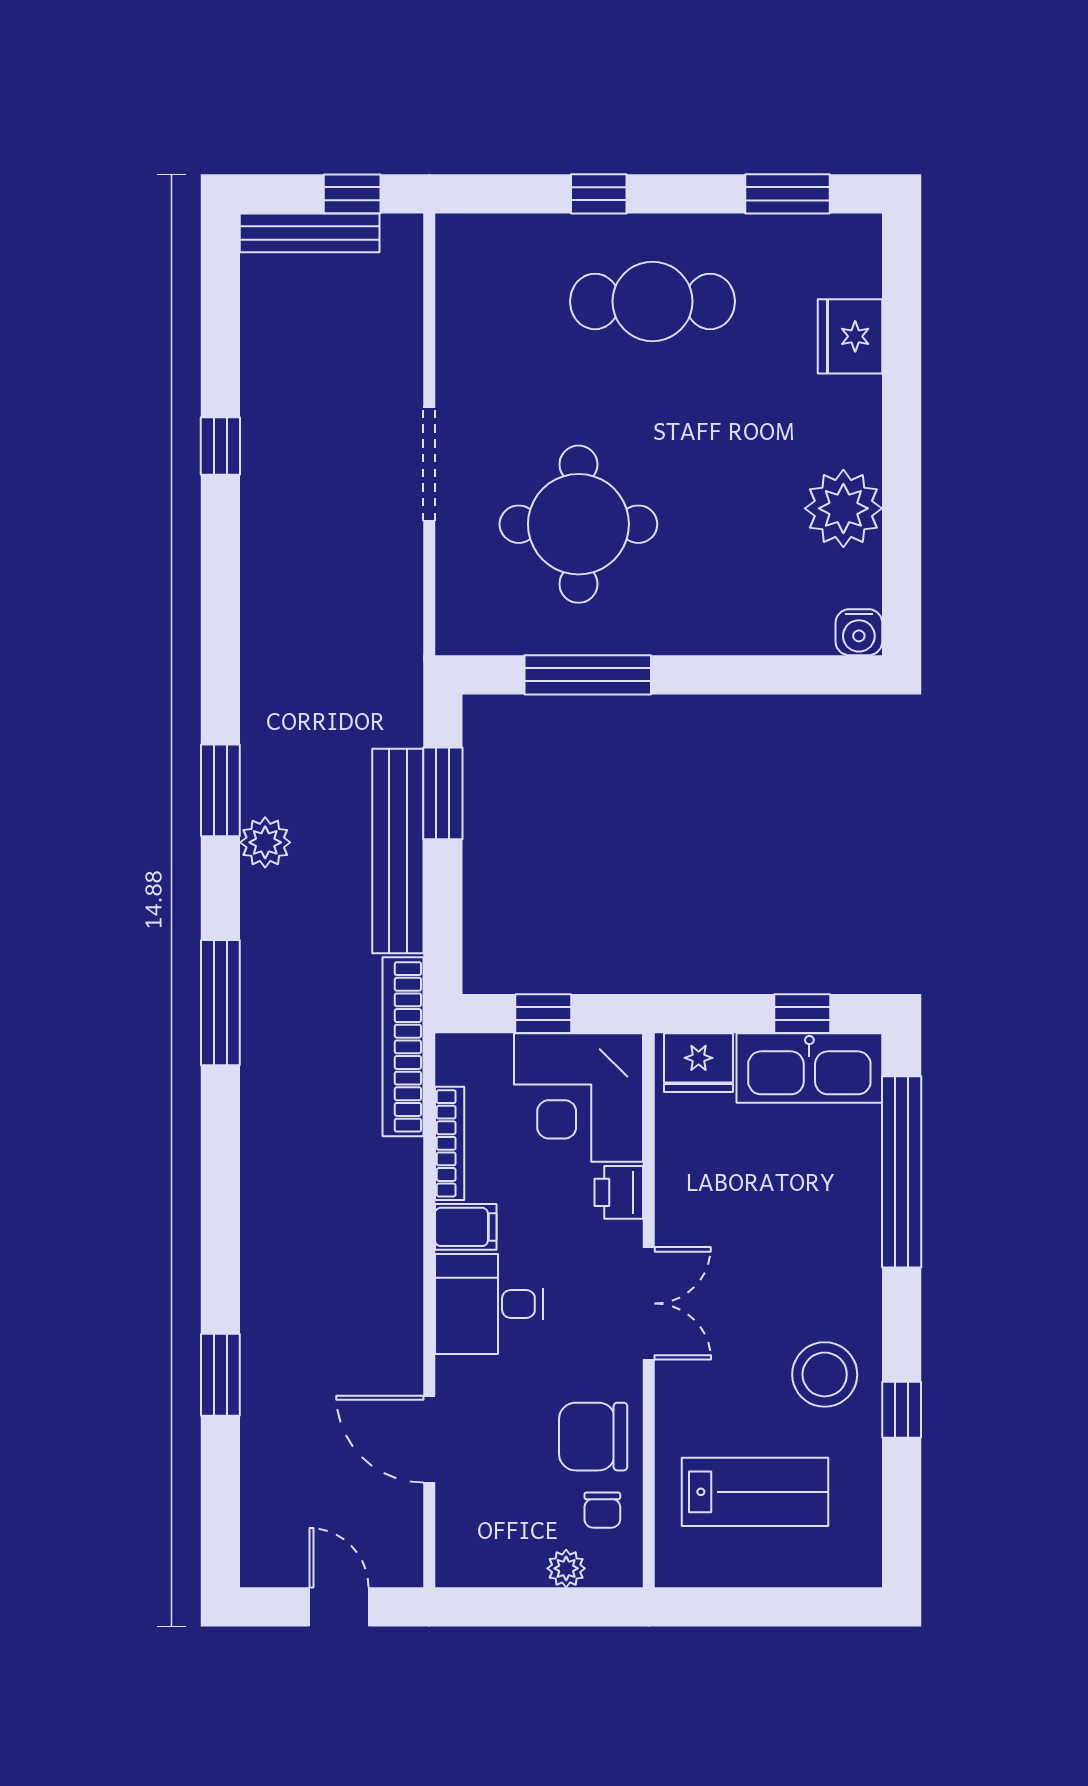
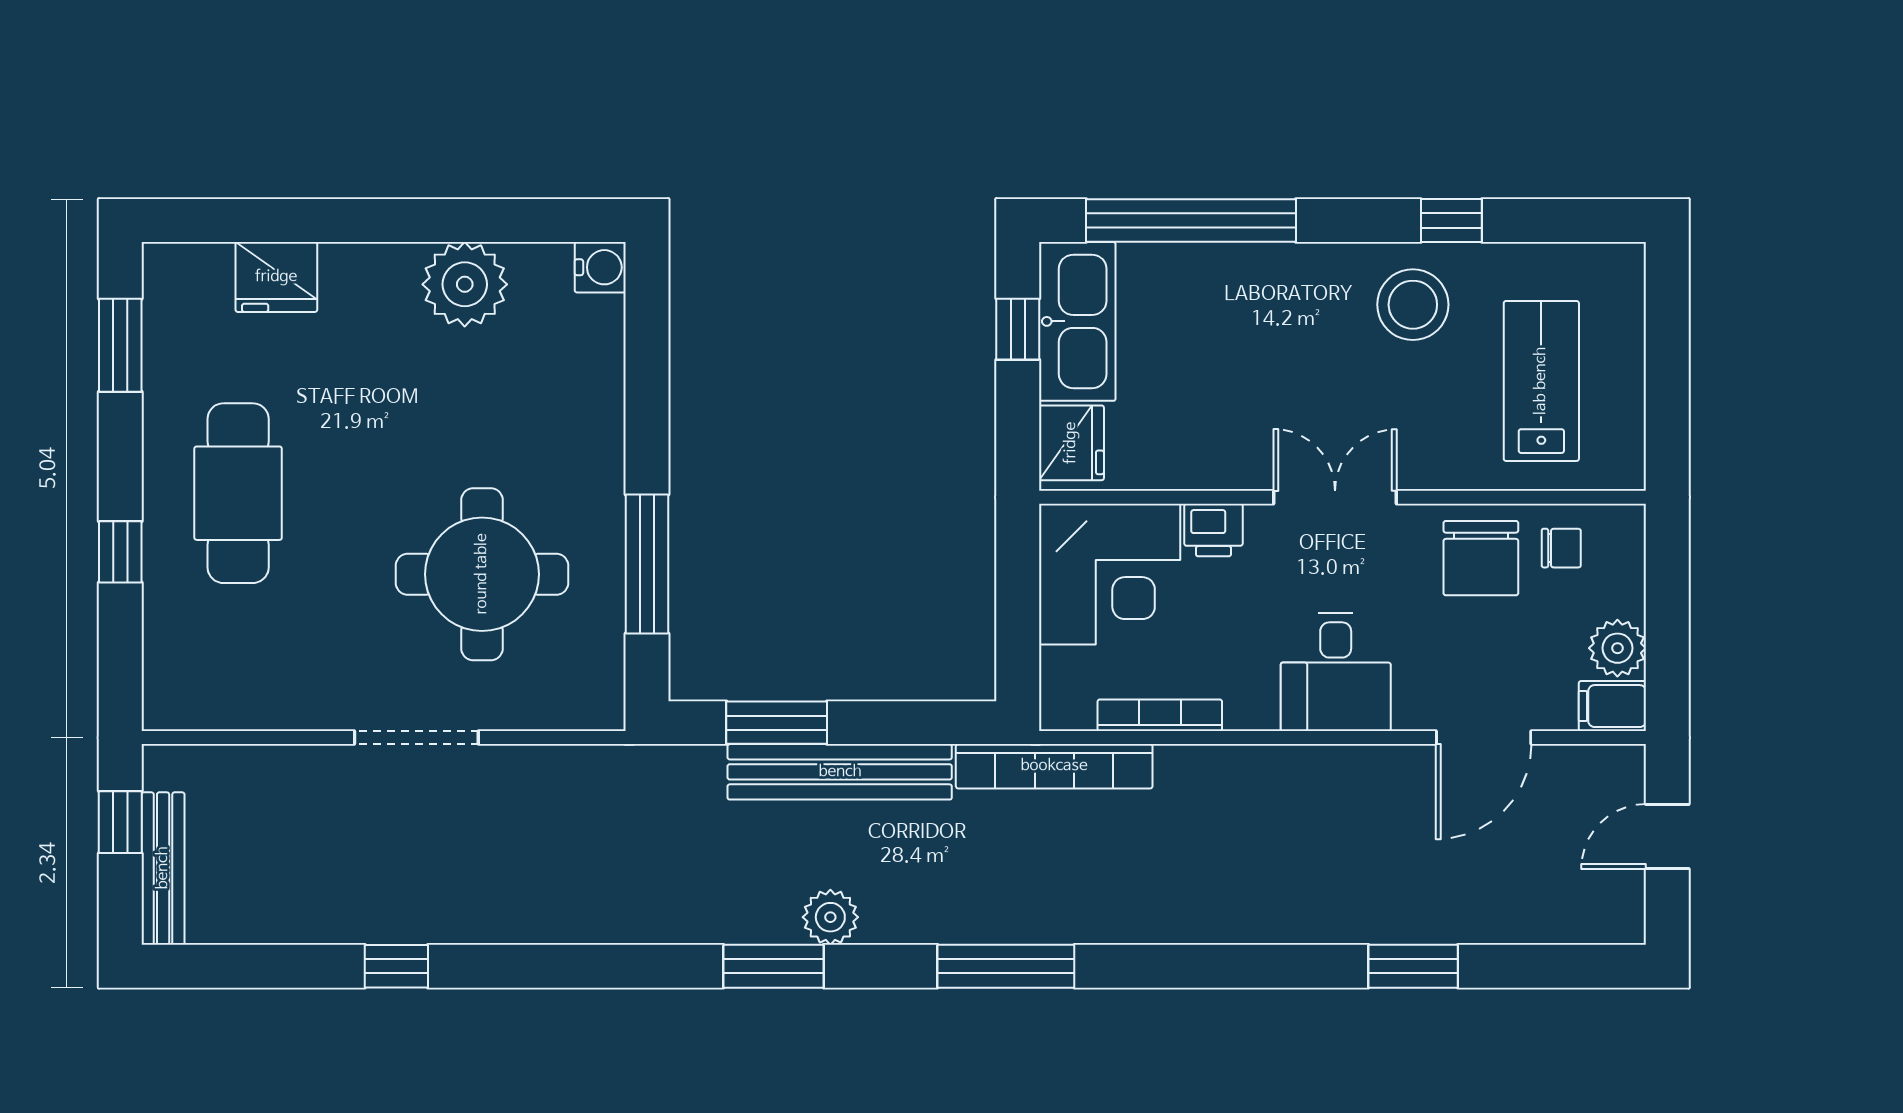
window: (543, 1014) -> (1018, 613), removed
filing cabinet: (466, 1227) -> (1612, 706), moved, turned -90
plant: (566, 1568) -> (1617, 648), moved, width x1.38, depth x1.38

